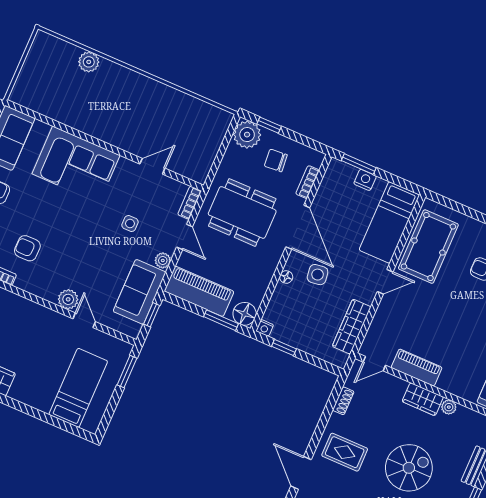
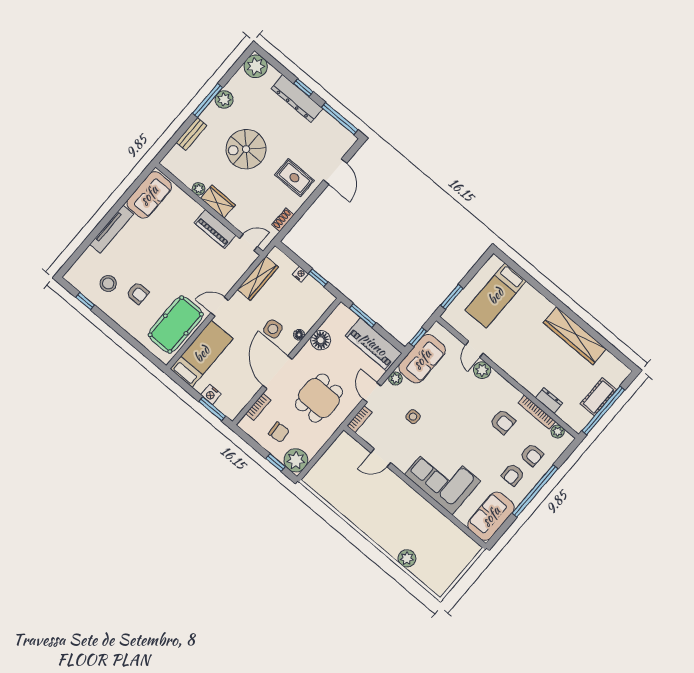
dining table: (242, 212) -> (319, 398), width x0.73
floor lamp: (245, 314) -> (321, 340), moved
nightstand: (265, 328) -> (300, 274), moved

